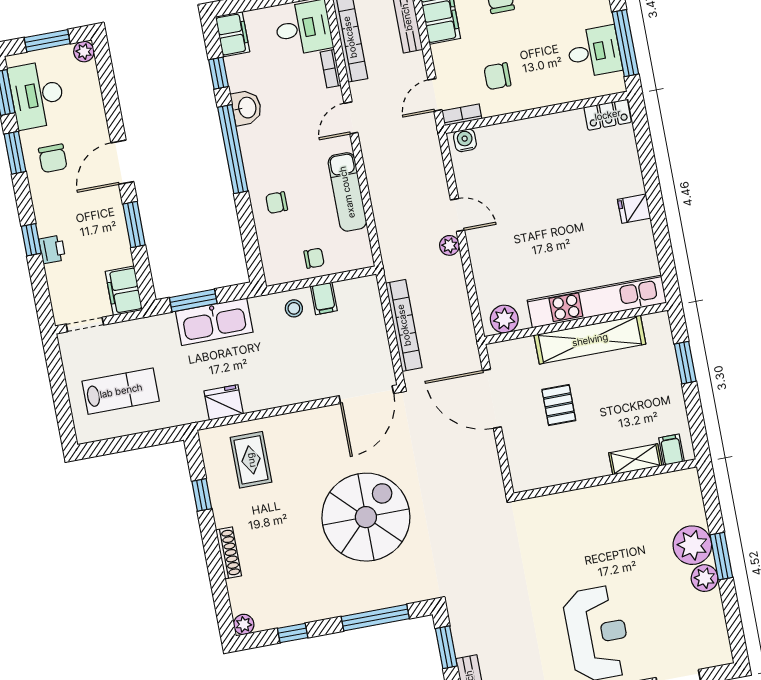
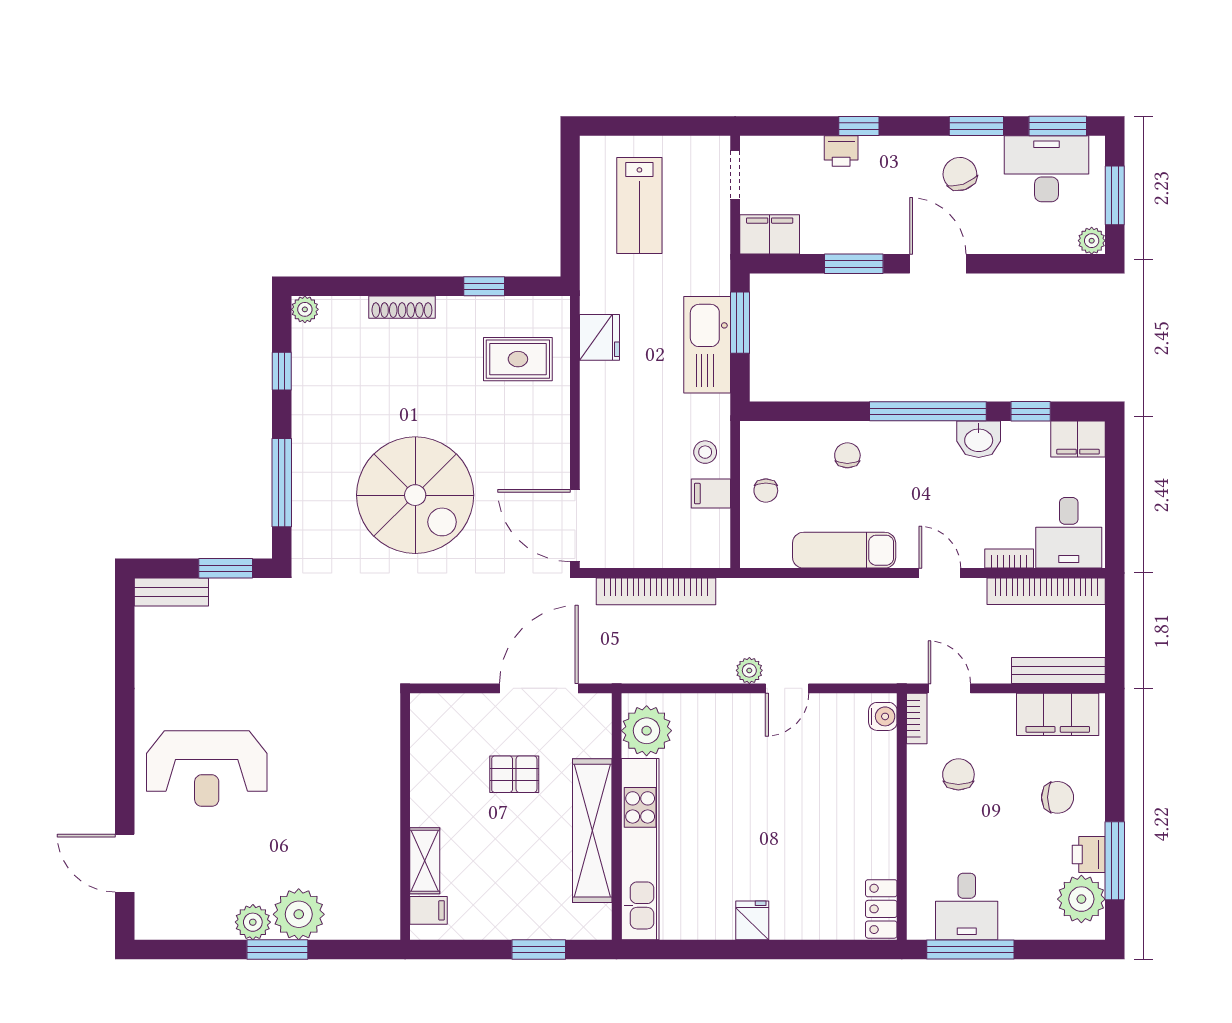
chair: (53, 158) -> (960, 174), turned 71
plant: (504, 319) -> (647, 731), width x1.36, depth x1.36

